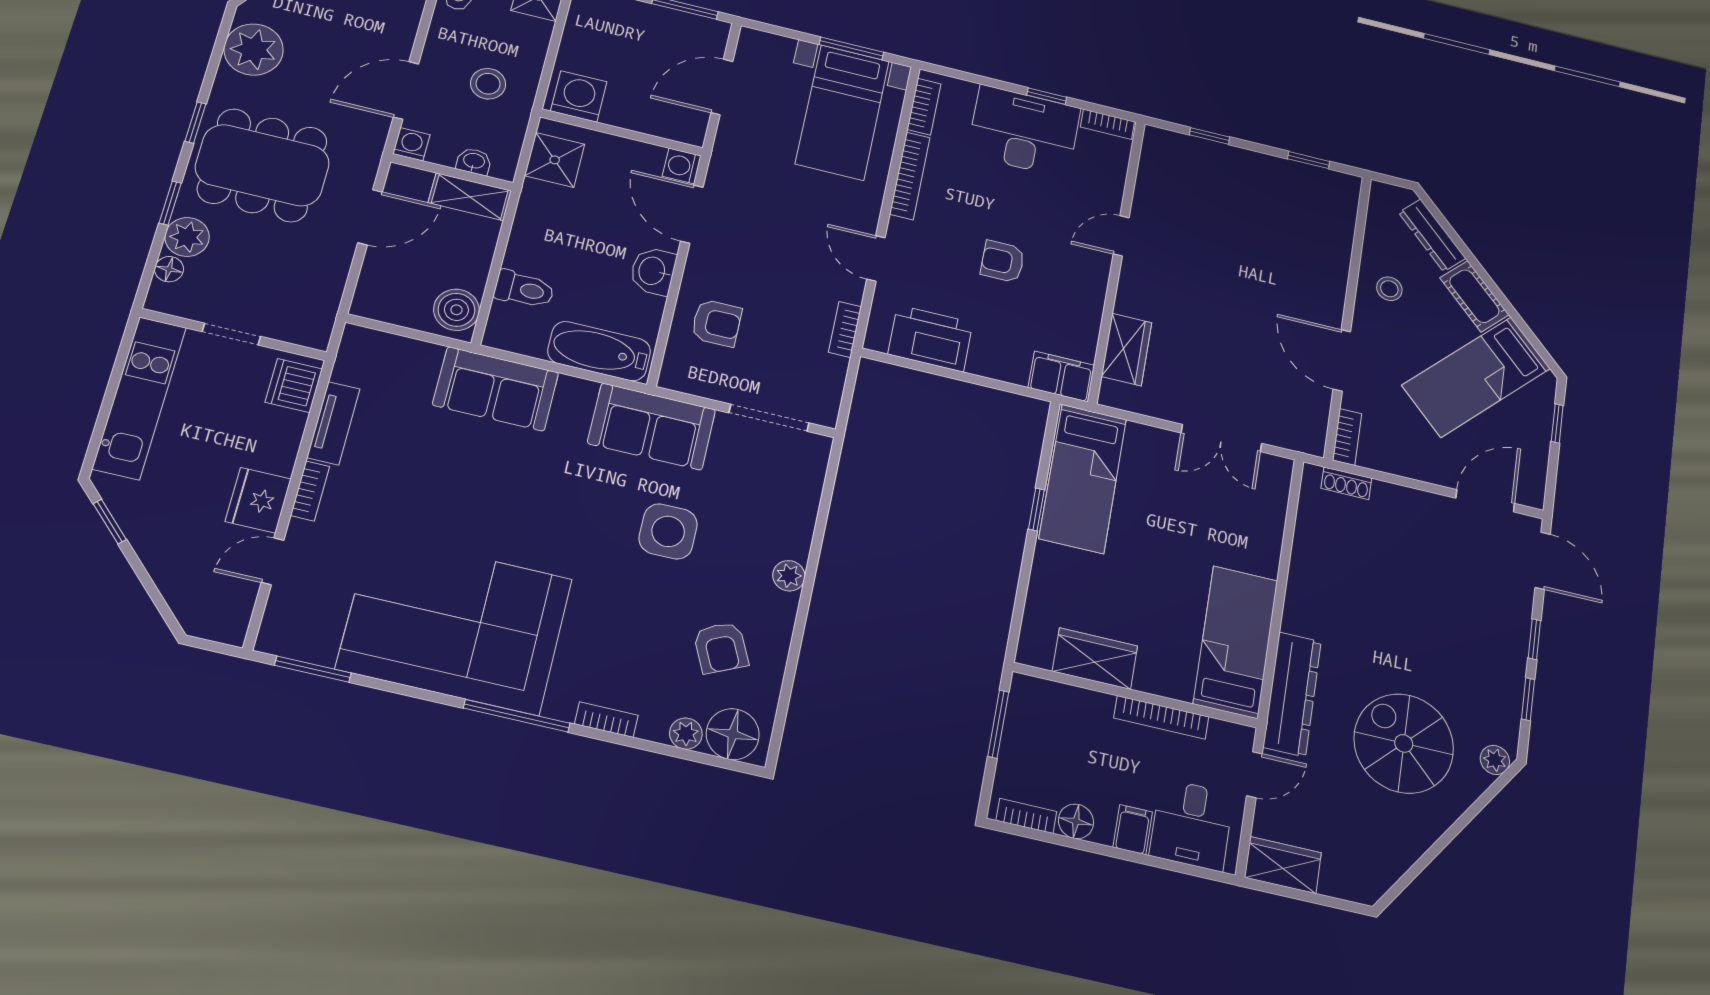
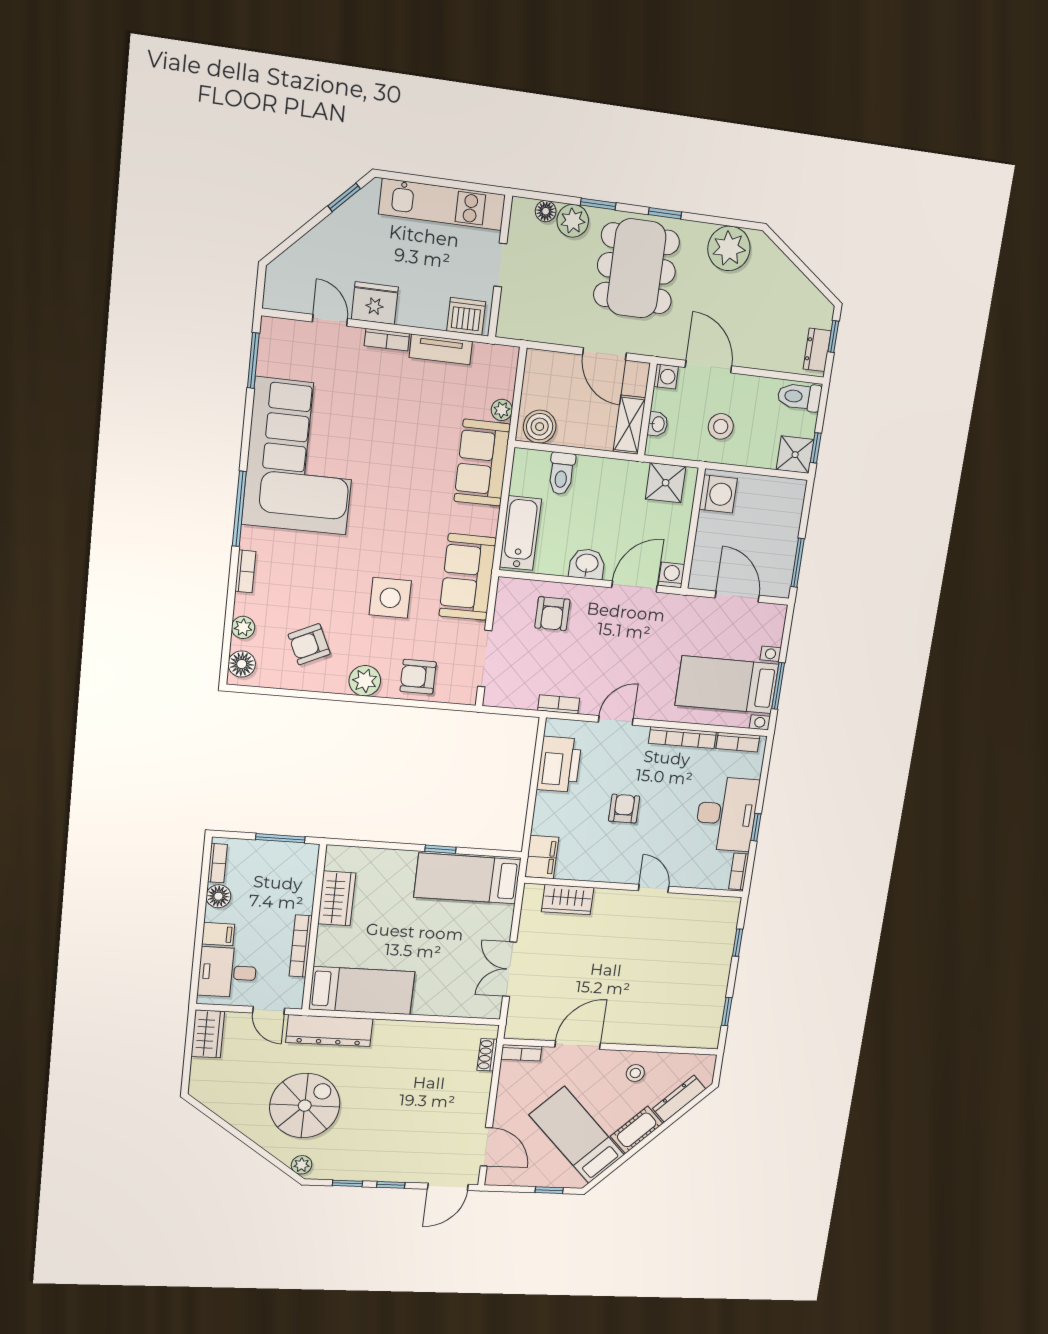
plant: (427, 355) -> (502, 410), added
armchair: (784, 509) -> (418, 677), added
plant: (789, 576) -> (365, 681), width x1.38, depth x1.38
floor lamp: (733, 734) -> (242, 664), width x0.73, depth x0.73

